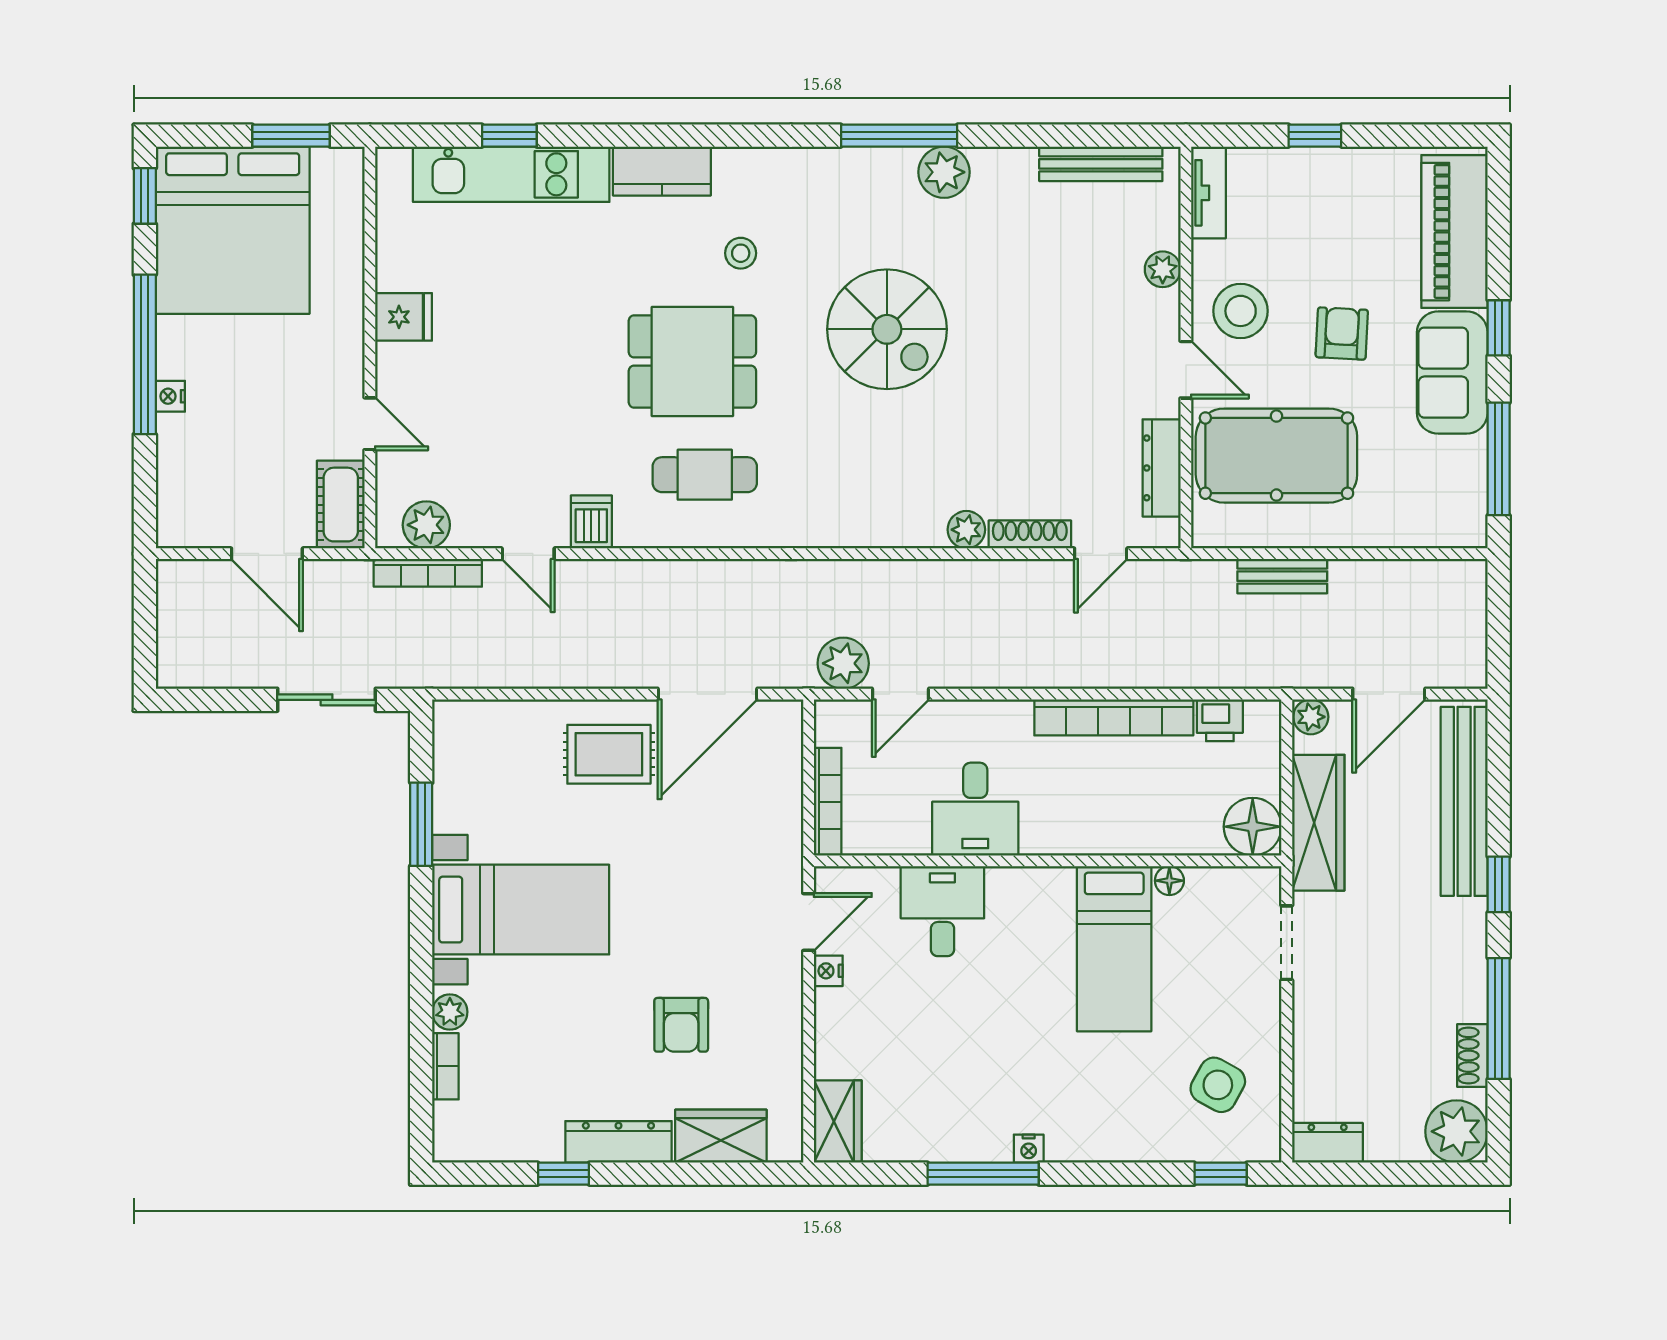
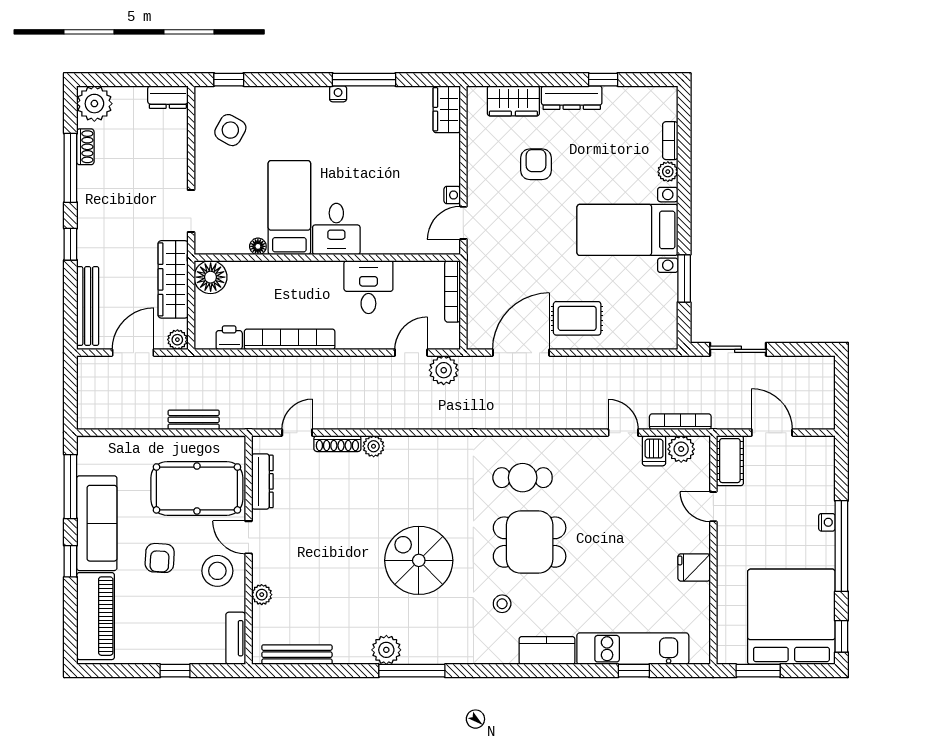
sofa: (1452, 373) -> (97, 523), width x1.36
dishwasher: (591, 522) -> (654, 451), moved
bench: (1464, 801) -> (88, 306), width x0.73, depth x0.82
desk: (942, 911) -> (336, 229), moved

